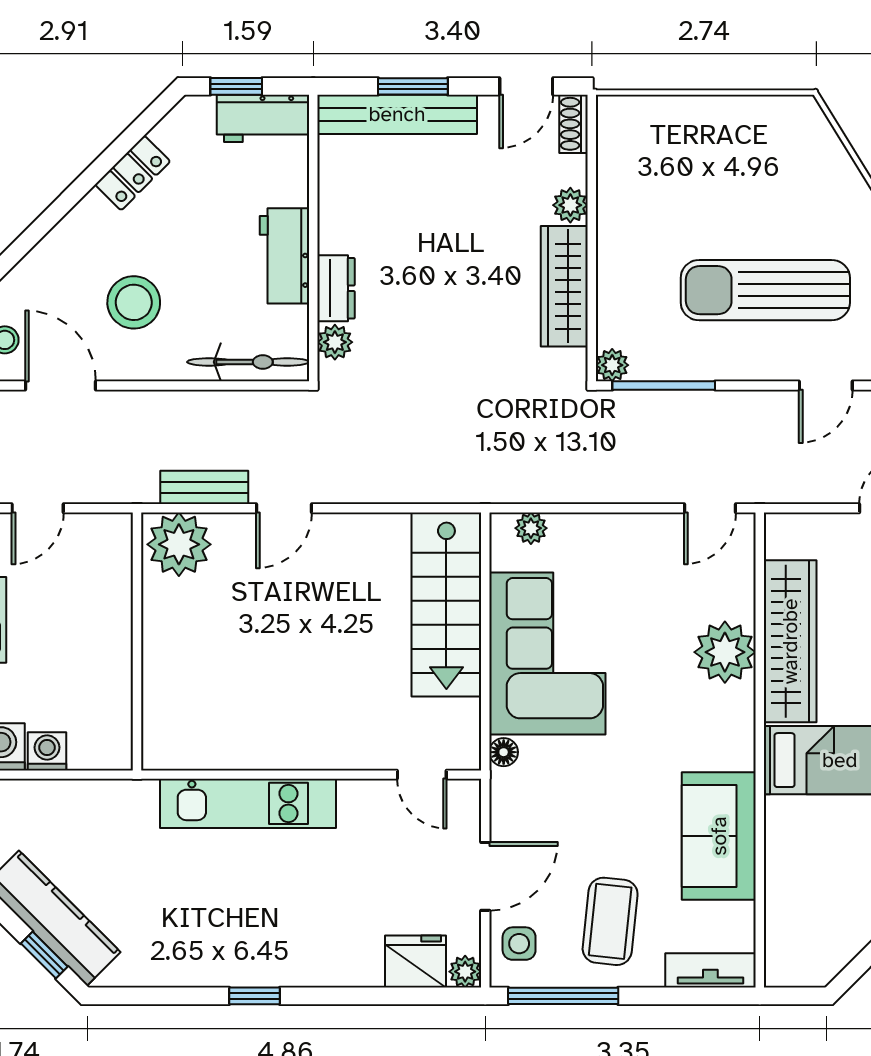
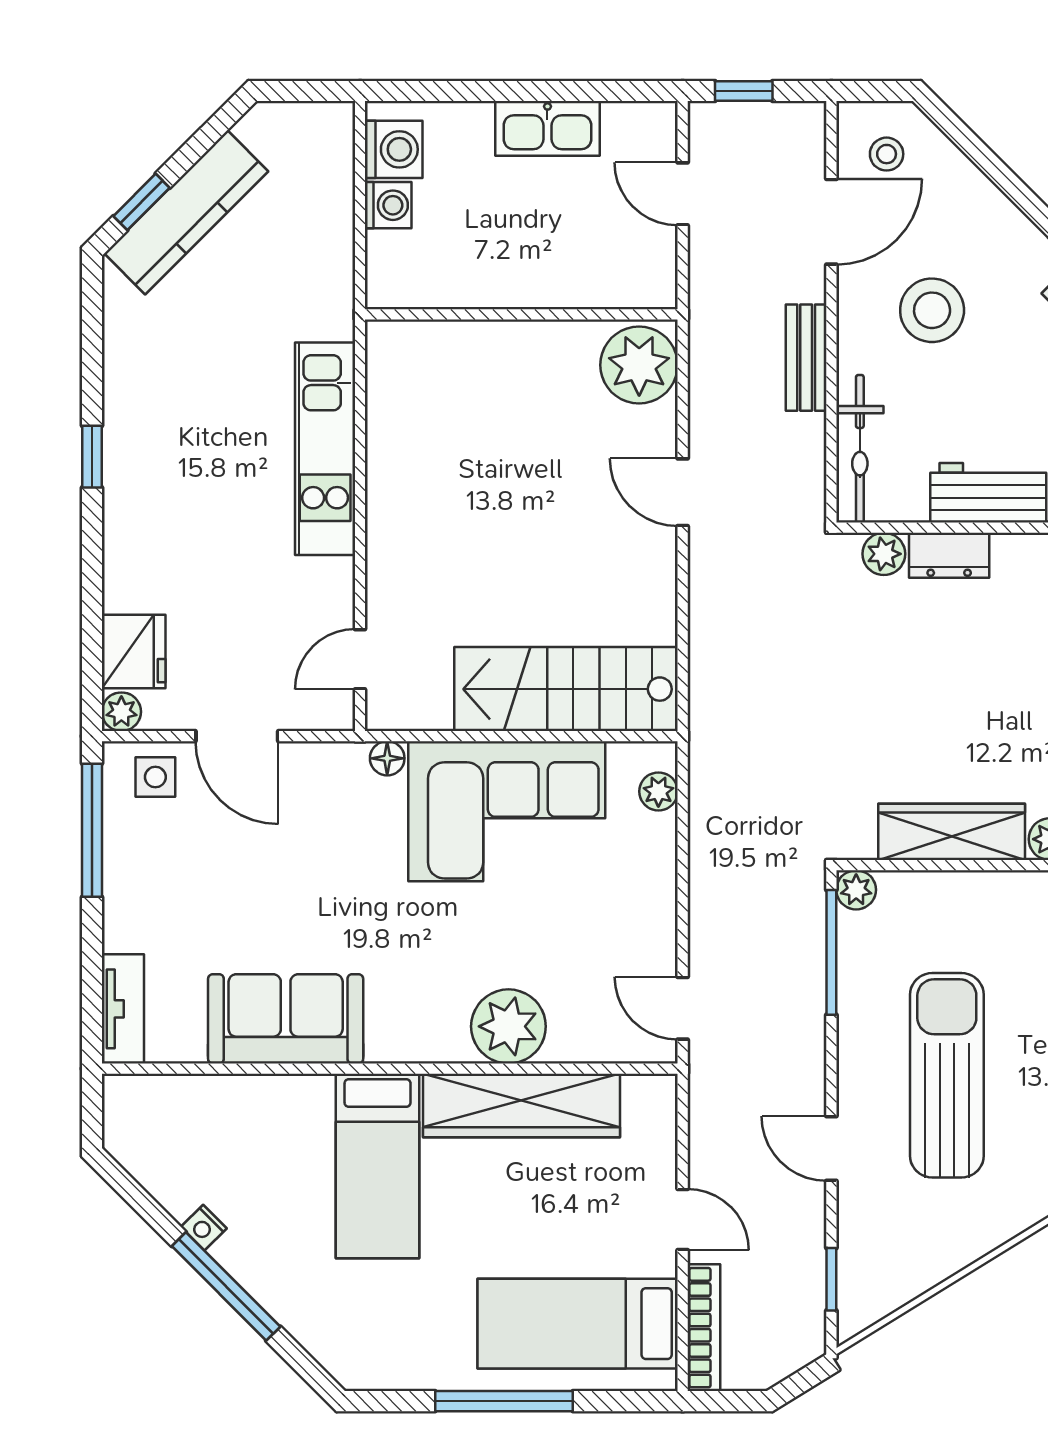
bench: (204, 487) -> (806, 358), moved
coffee table: (610, 921) -> (182, 887), removed

